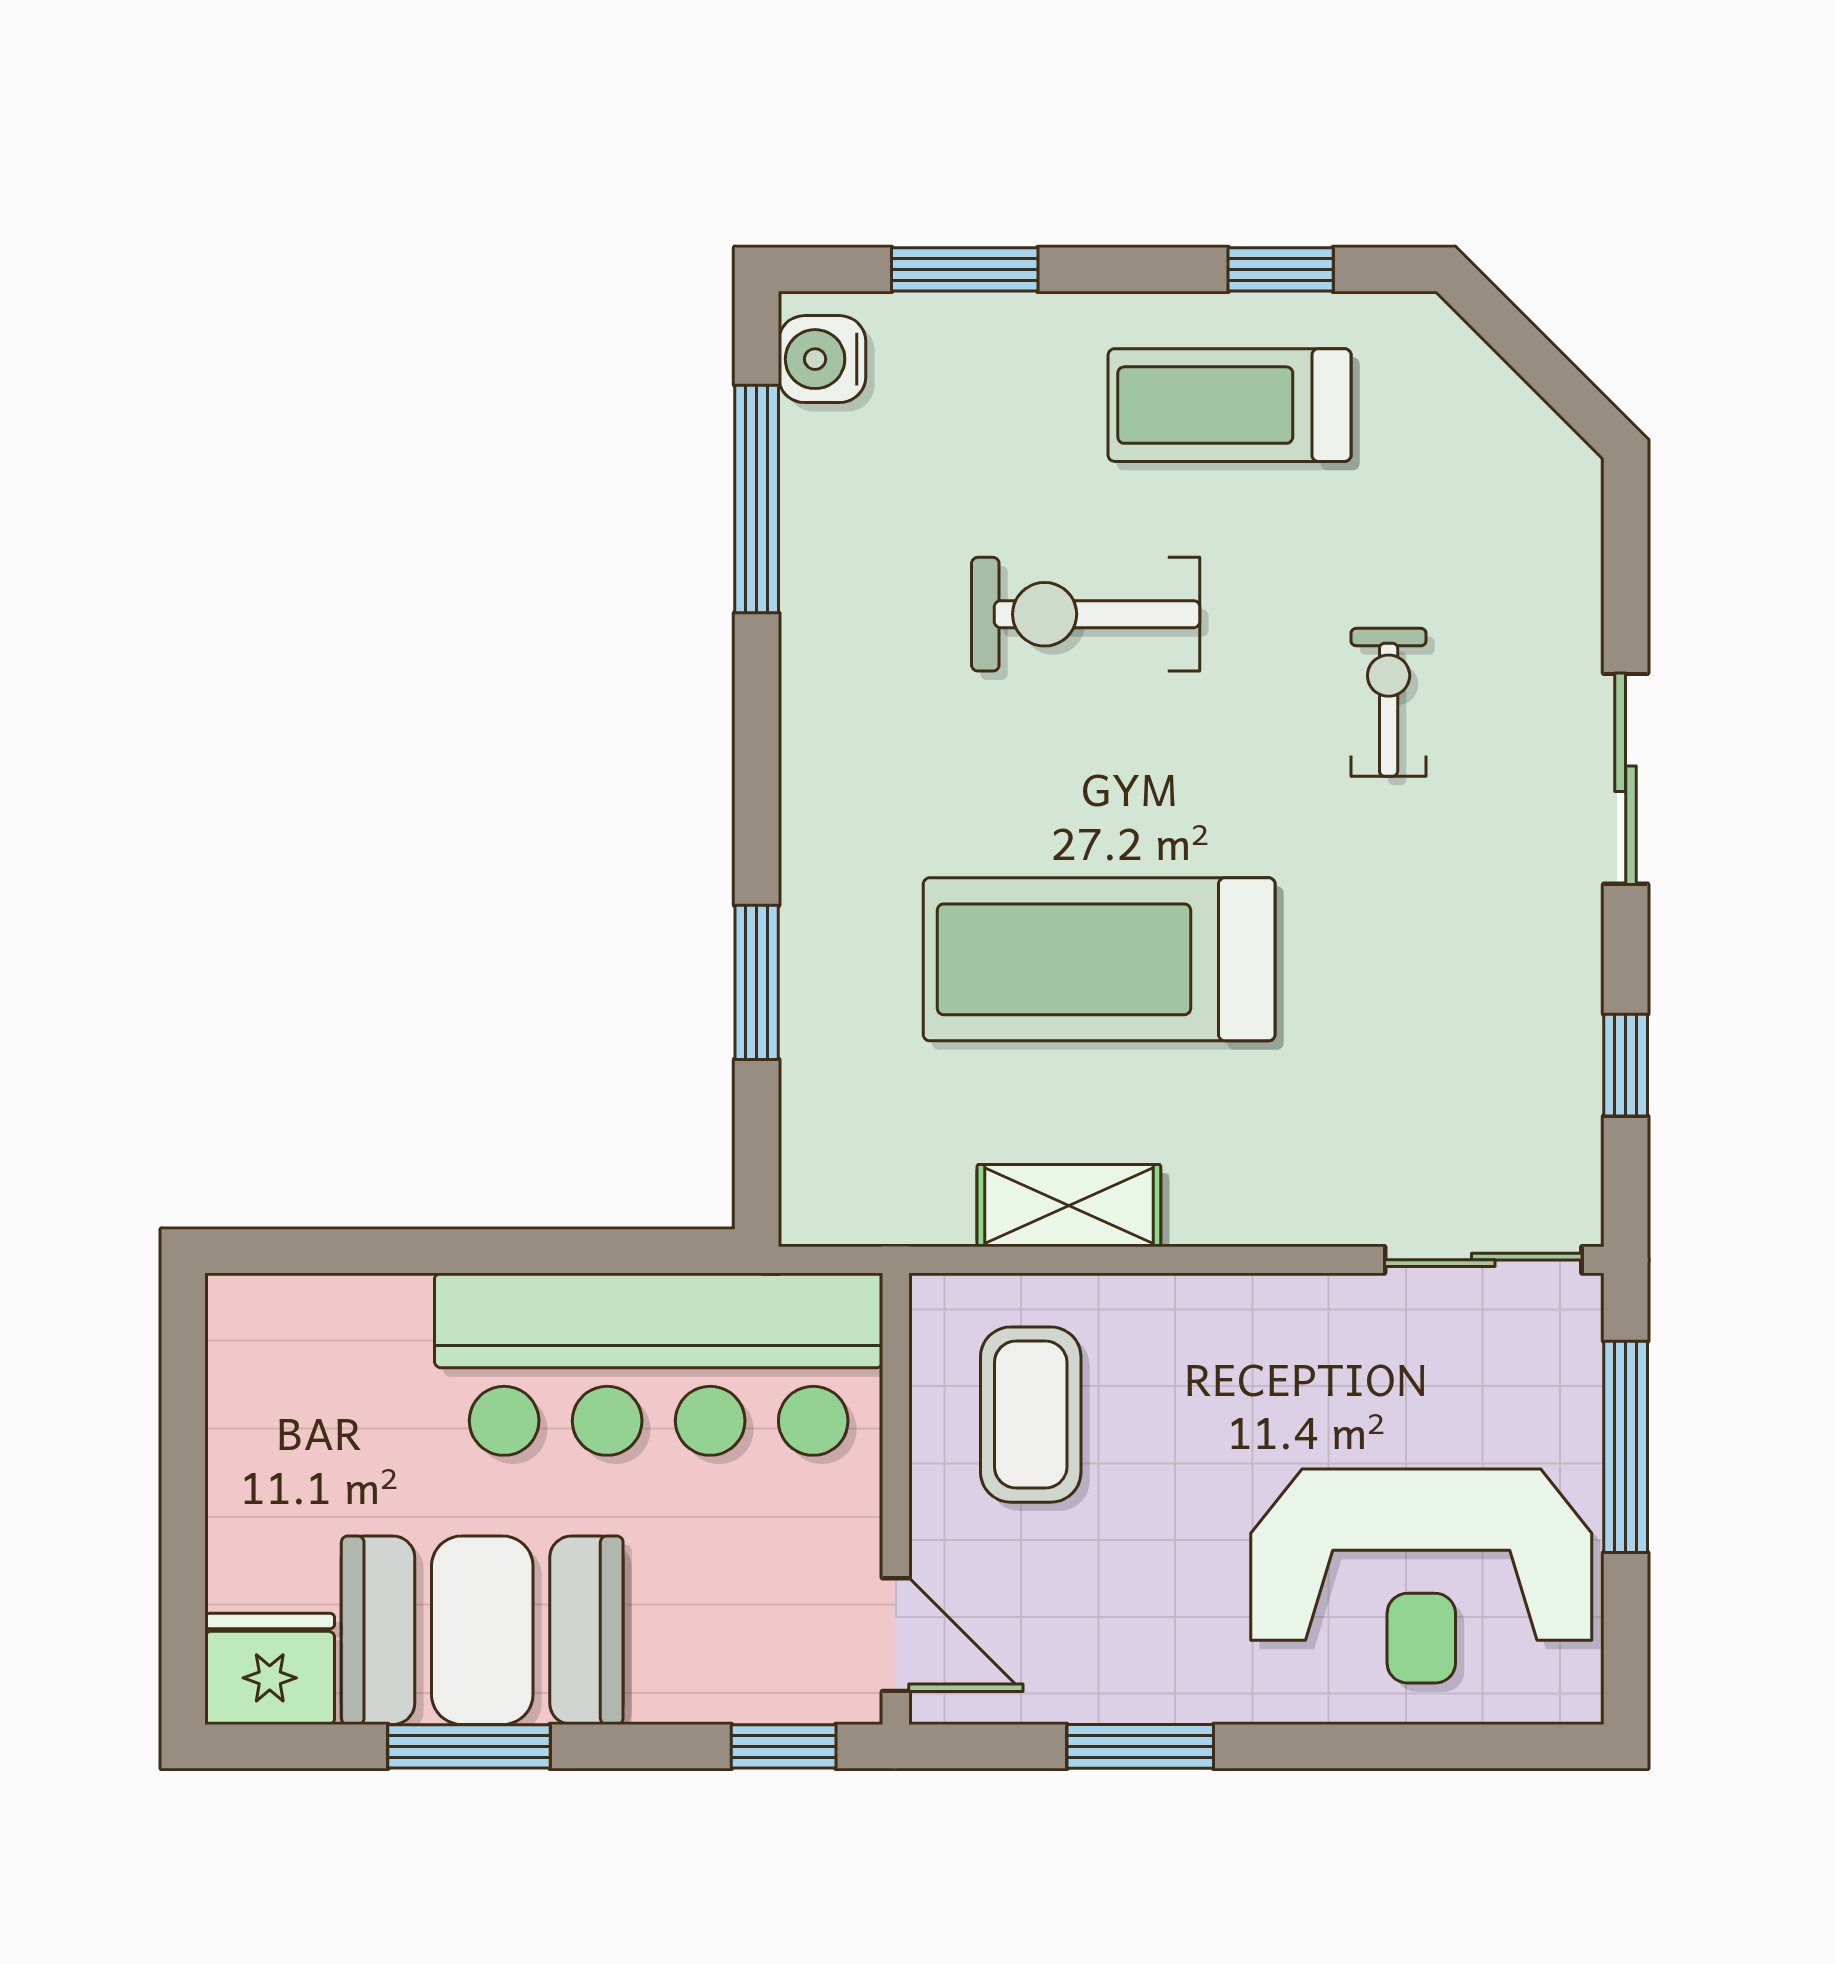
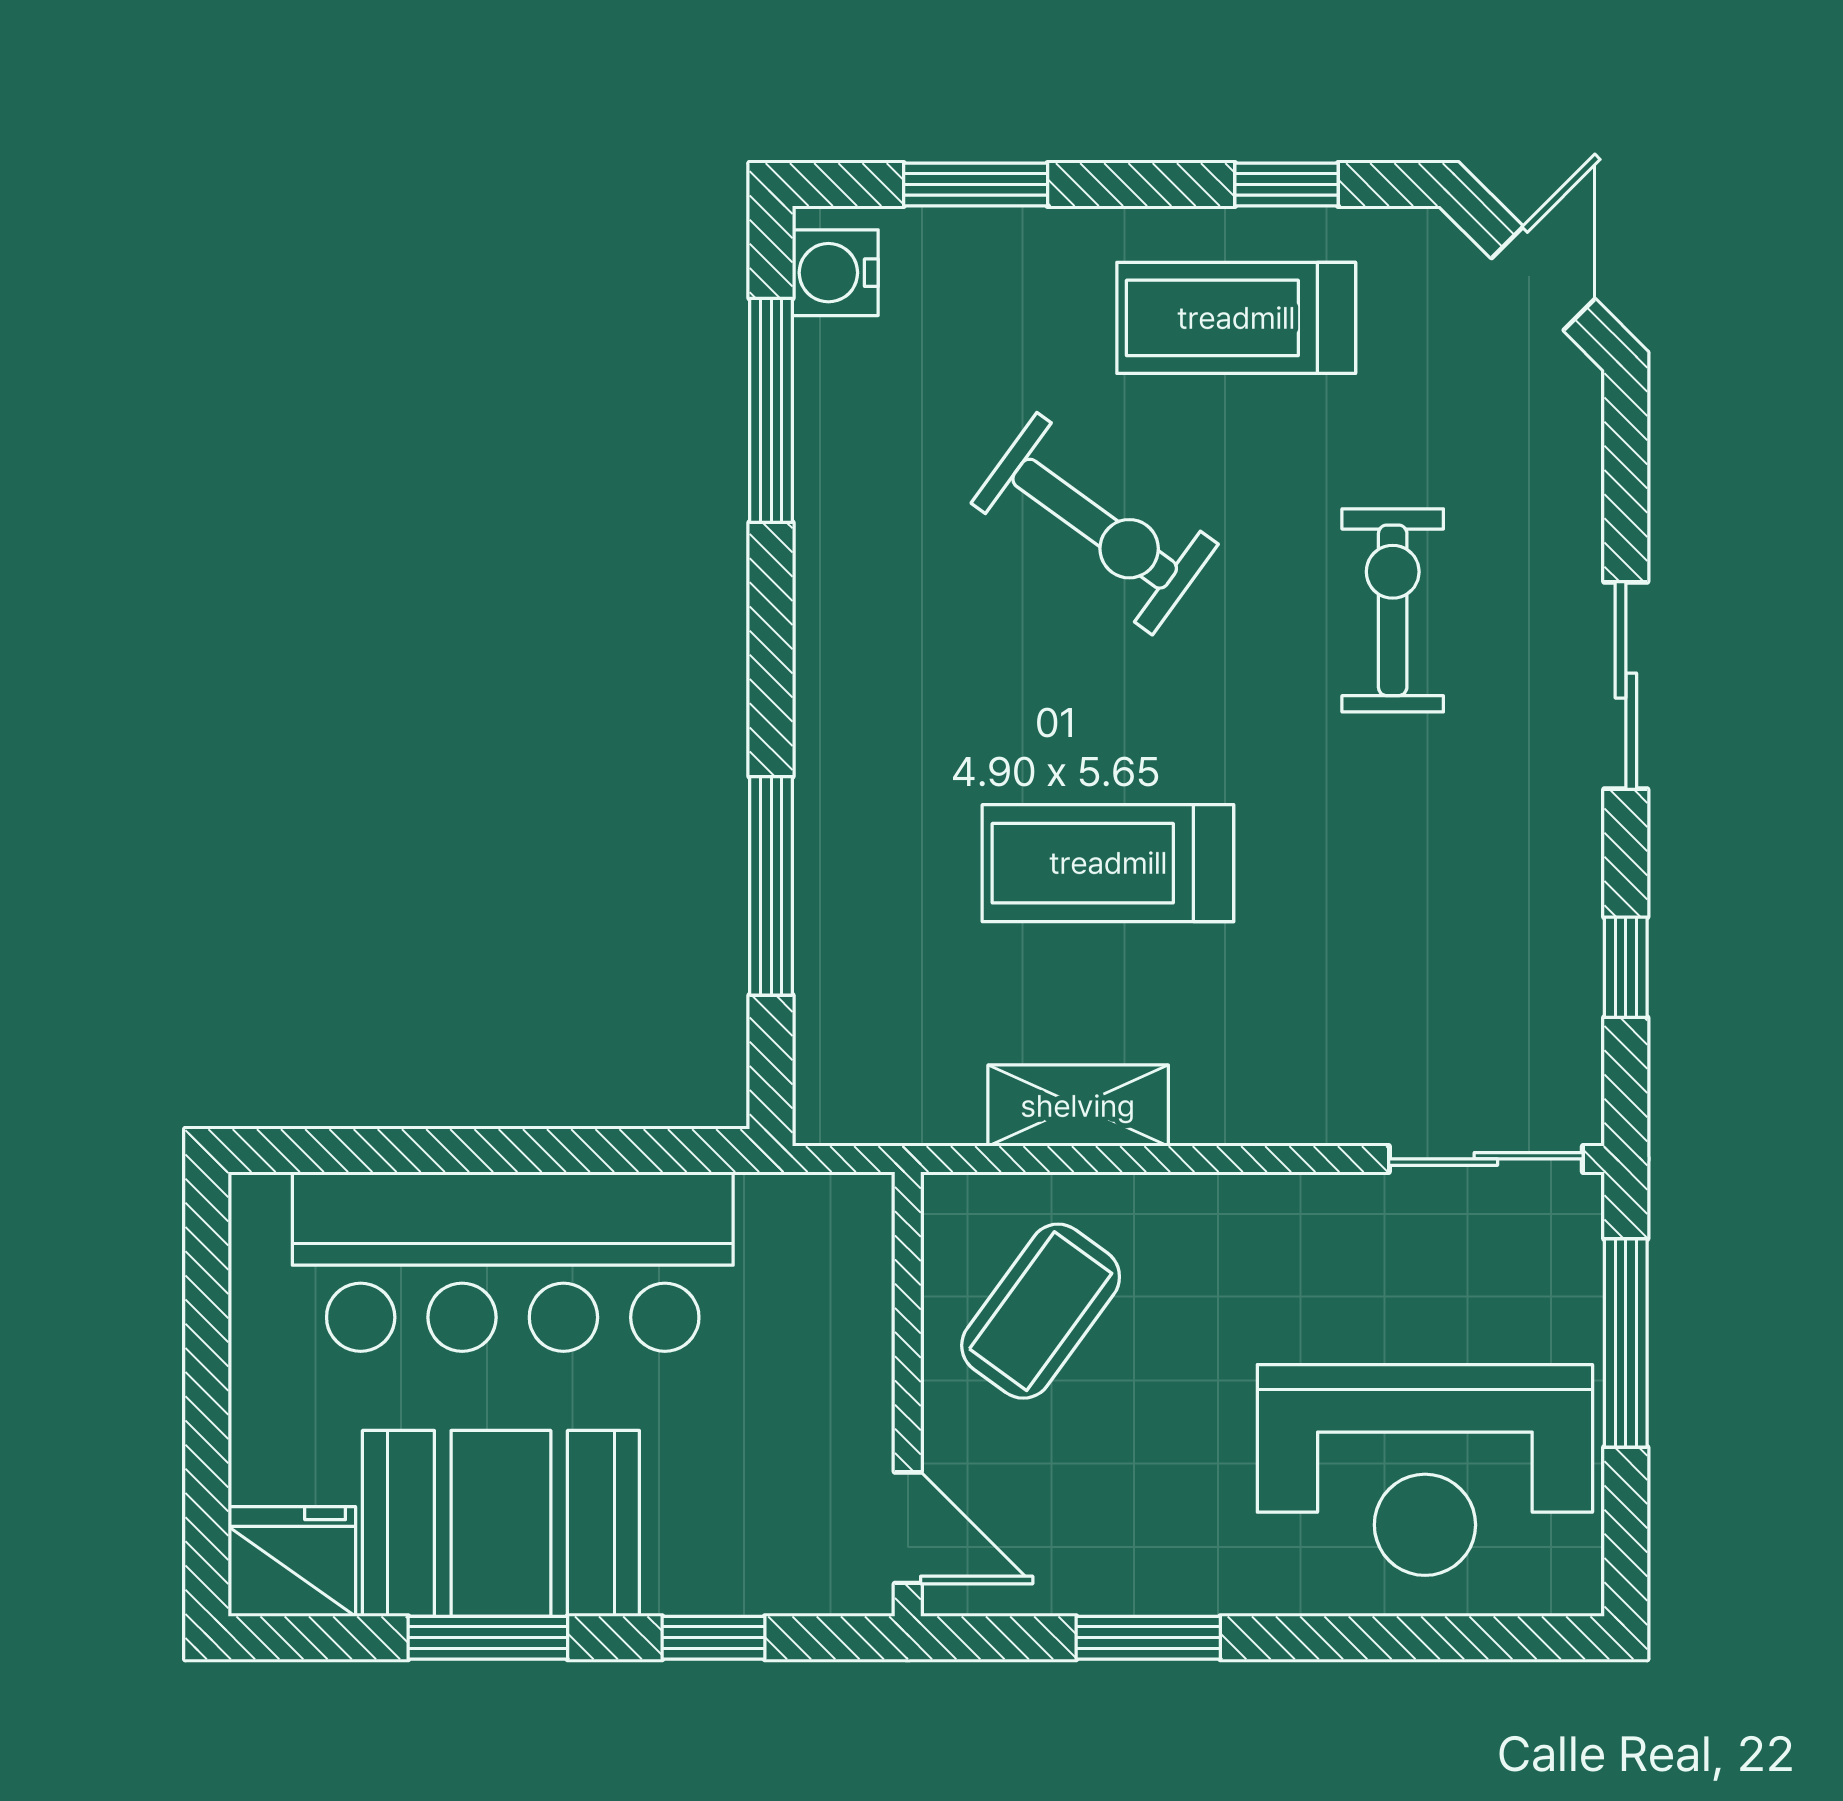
door: (1542, 365) -> (1543, 279), added
exercise bike: (1086, 614) -> (1095, 524), turned -144
exercise bike: (1389, 702) -> (1393, 610), width x1.38, depth x1.39
treadmill: (1099, 959) -> (1108, 863), width x0.73, depth x0.73
window: (757, 982) -> (771, 886), width x1.44
bar counter: (659, 1364) -> (513, 1262), moved
coffee table: (1031, 1415) -> (1041, 1311), turned 36
window: (784, 1746) -> (713, 1638), moved

